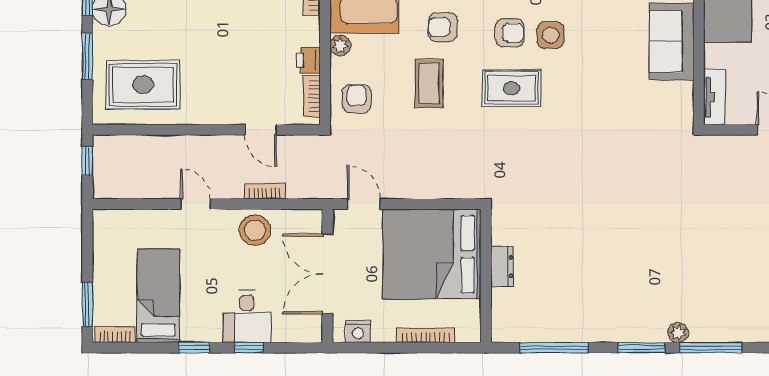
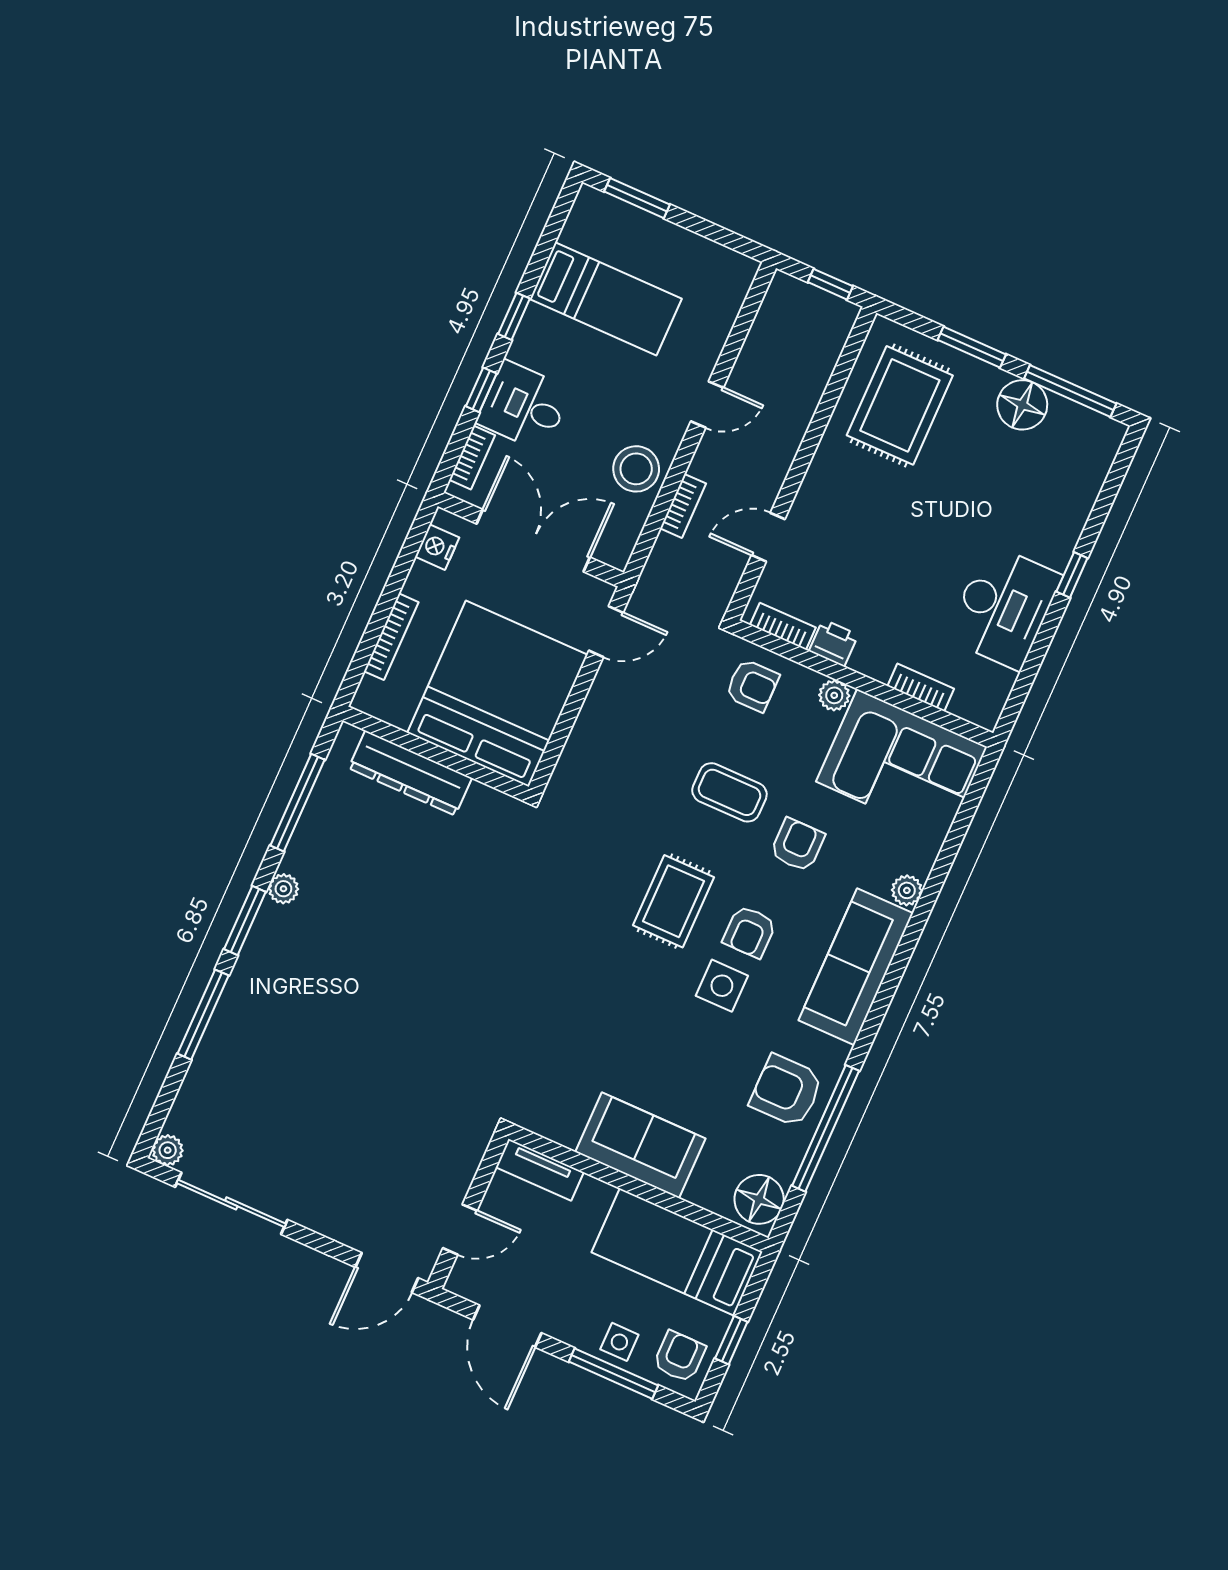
dresser: (502, 267) -> (410, 773), width x1.96, depth x1.24
plant: (678, 333) -> (283, 889), moved
bookcase: (115, 335) -> (472, 458), moved

